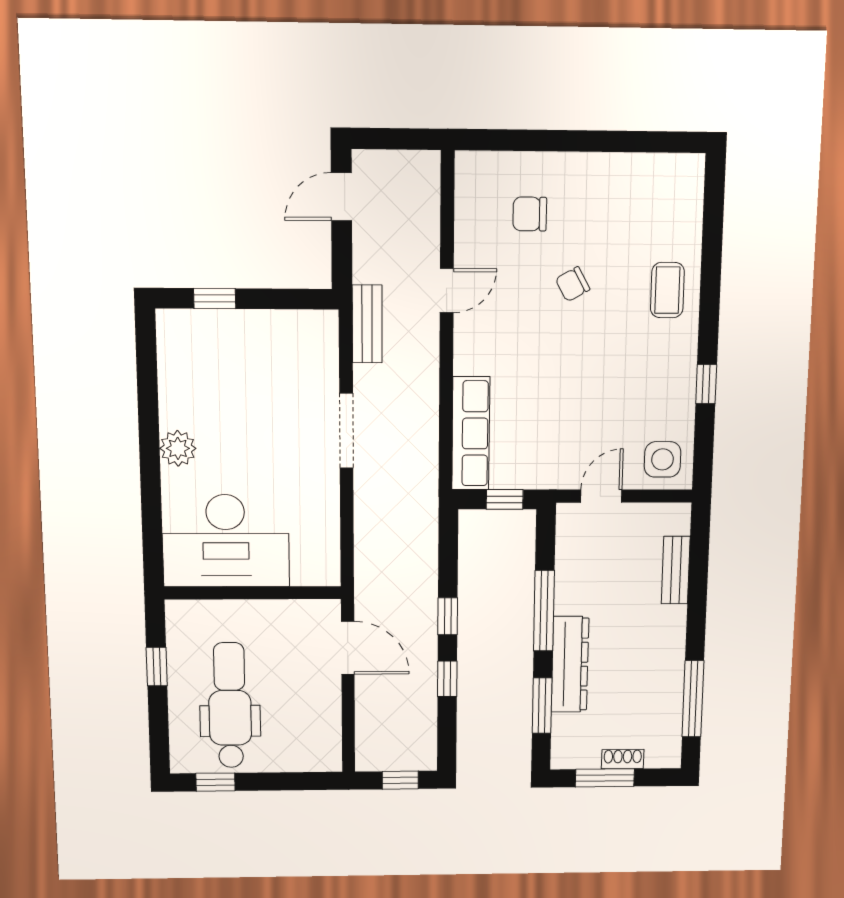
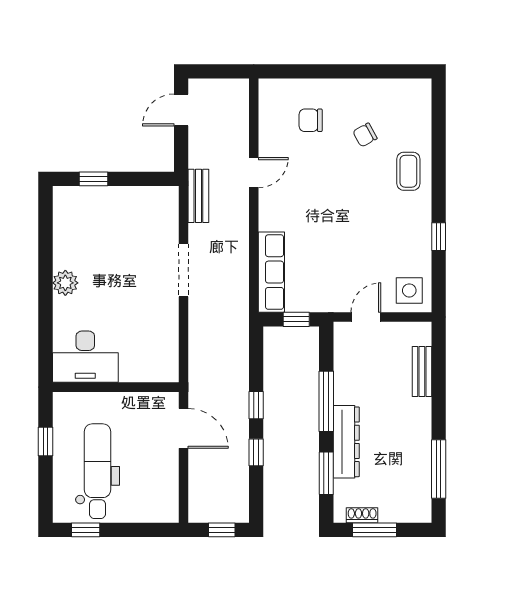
chair: (573, 284) -> (365, 135), moved
desk: (226, 541) -> (85, 357), width x0.73, depth x0.77
shoe rack: (623, 759) -> (362, 515), moved

